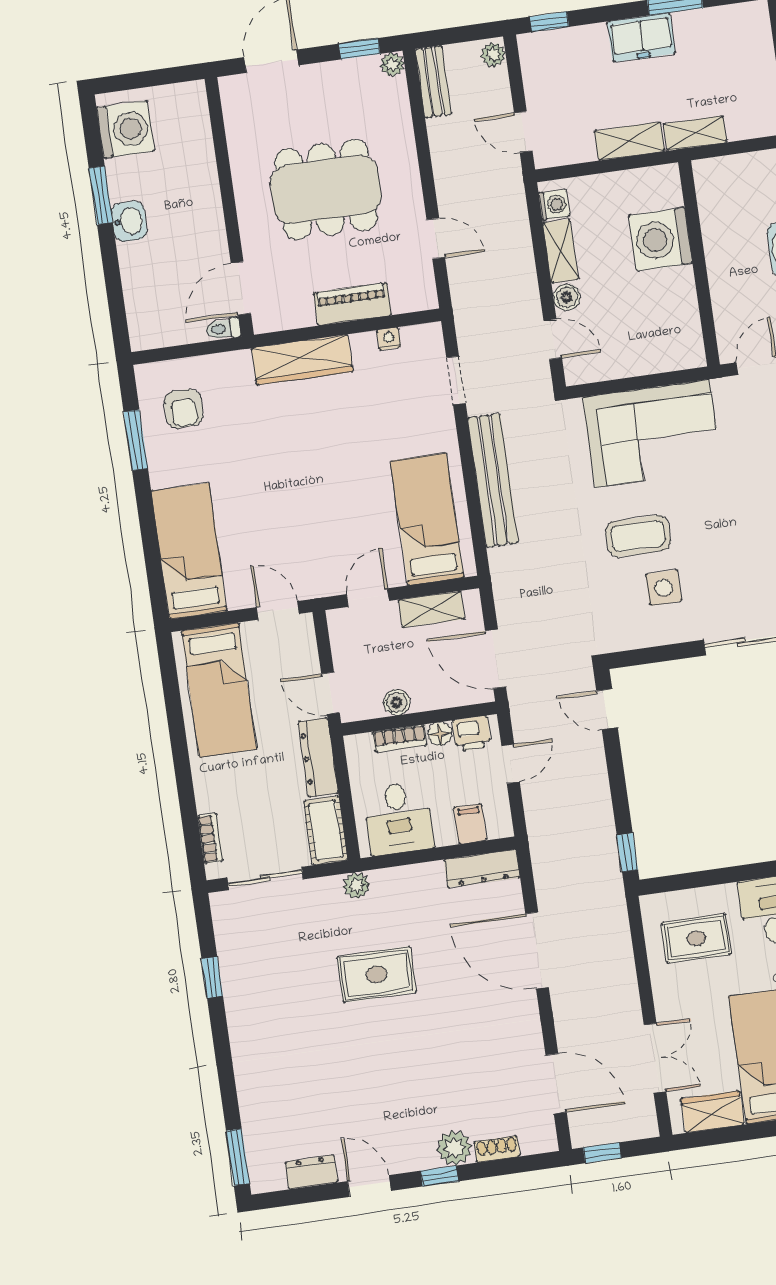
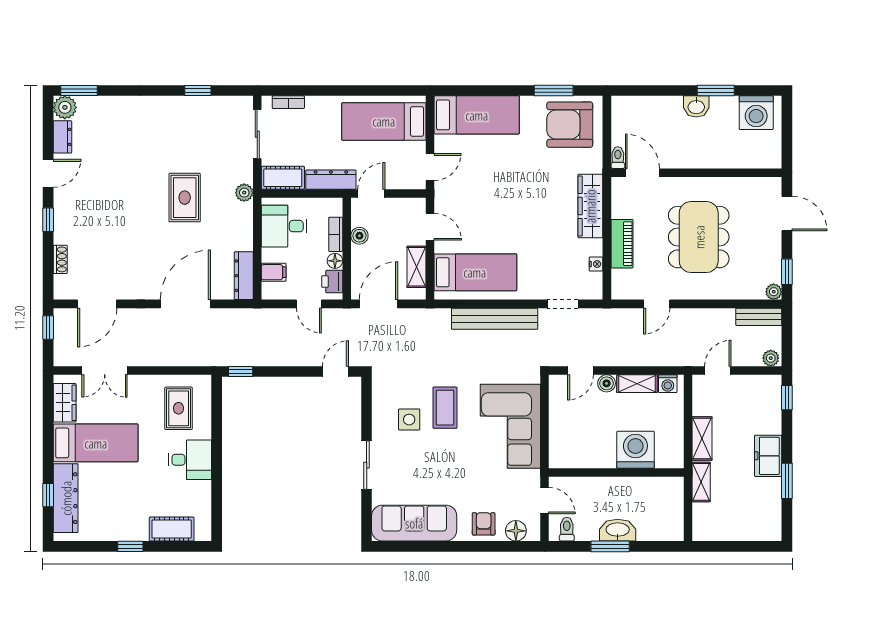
armchair: (184, 408) -> (570, 125), width x1.88, depth x1.88
plant: (454, 1148) -> (65, 107), moved

